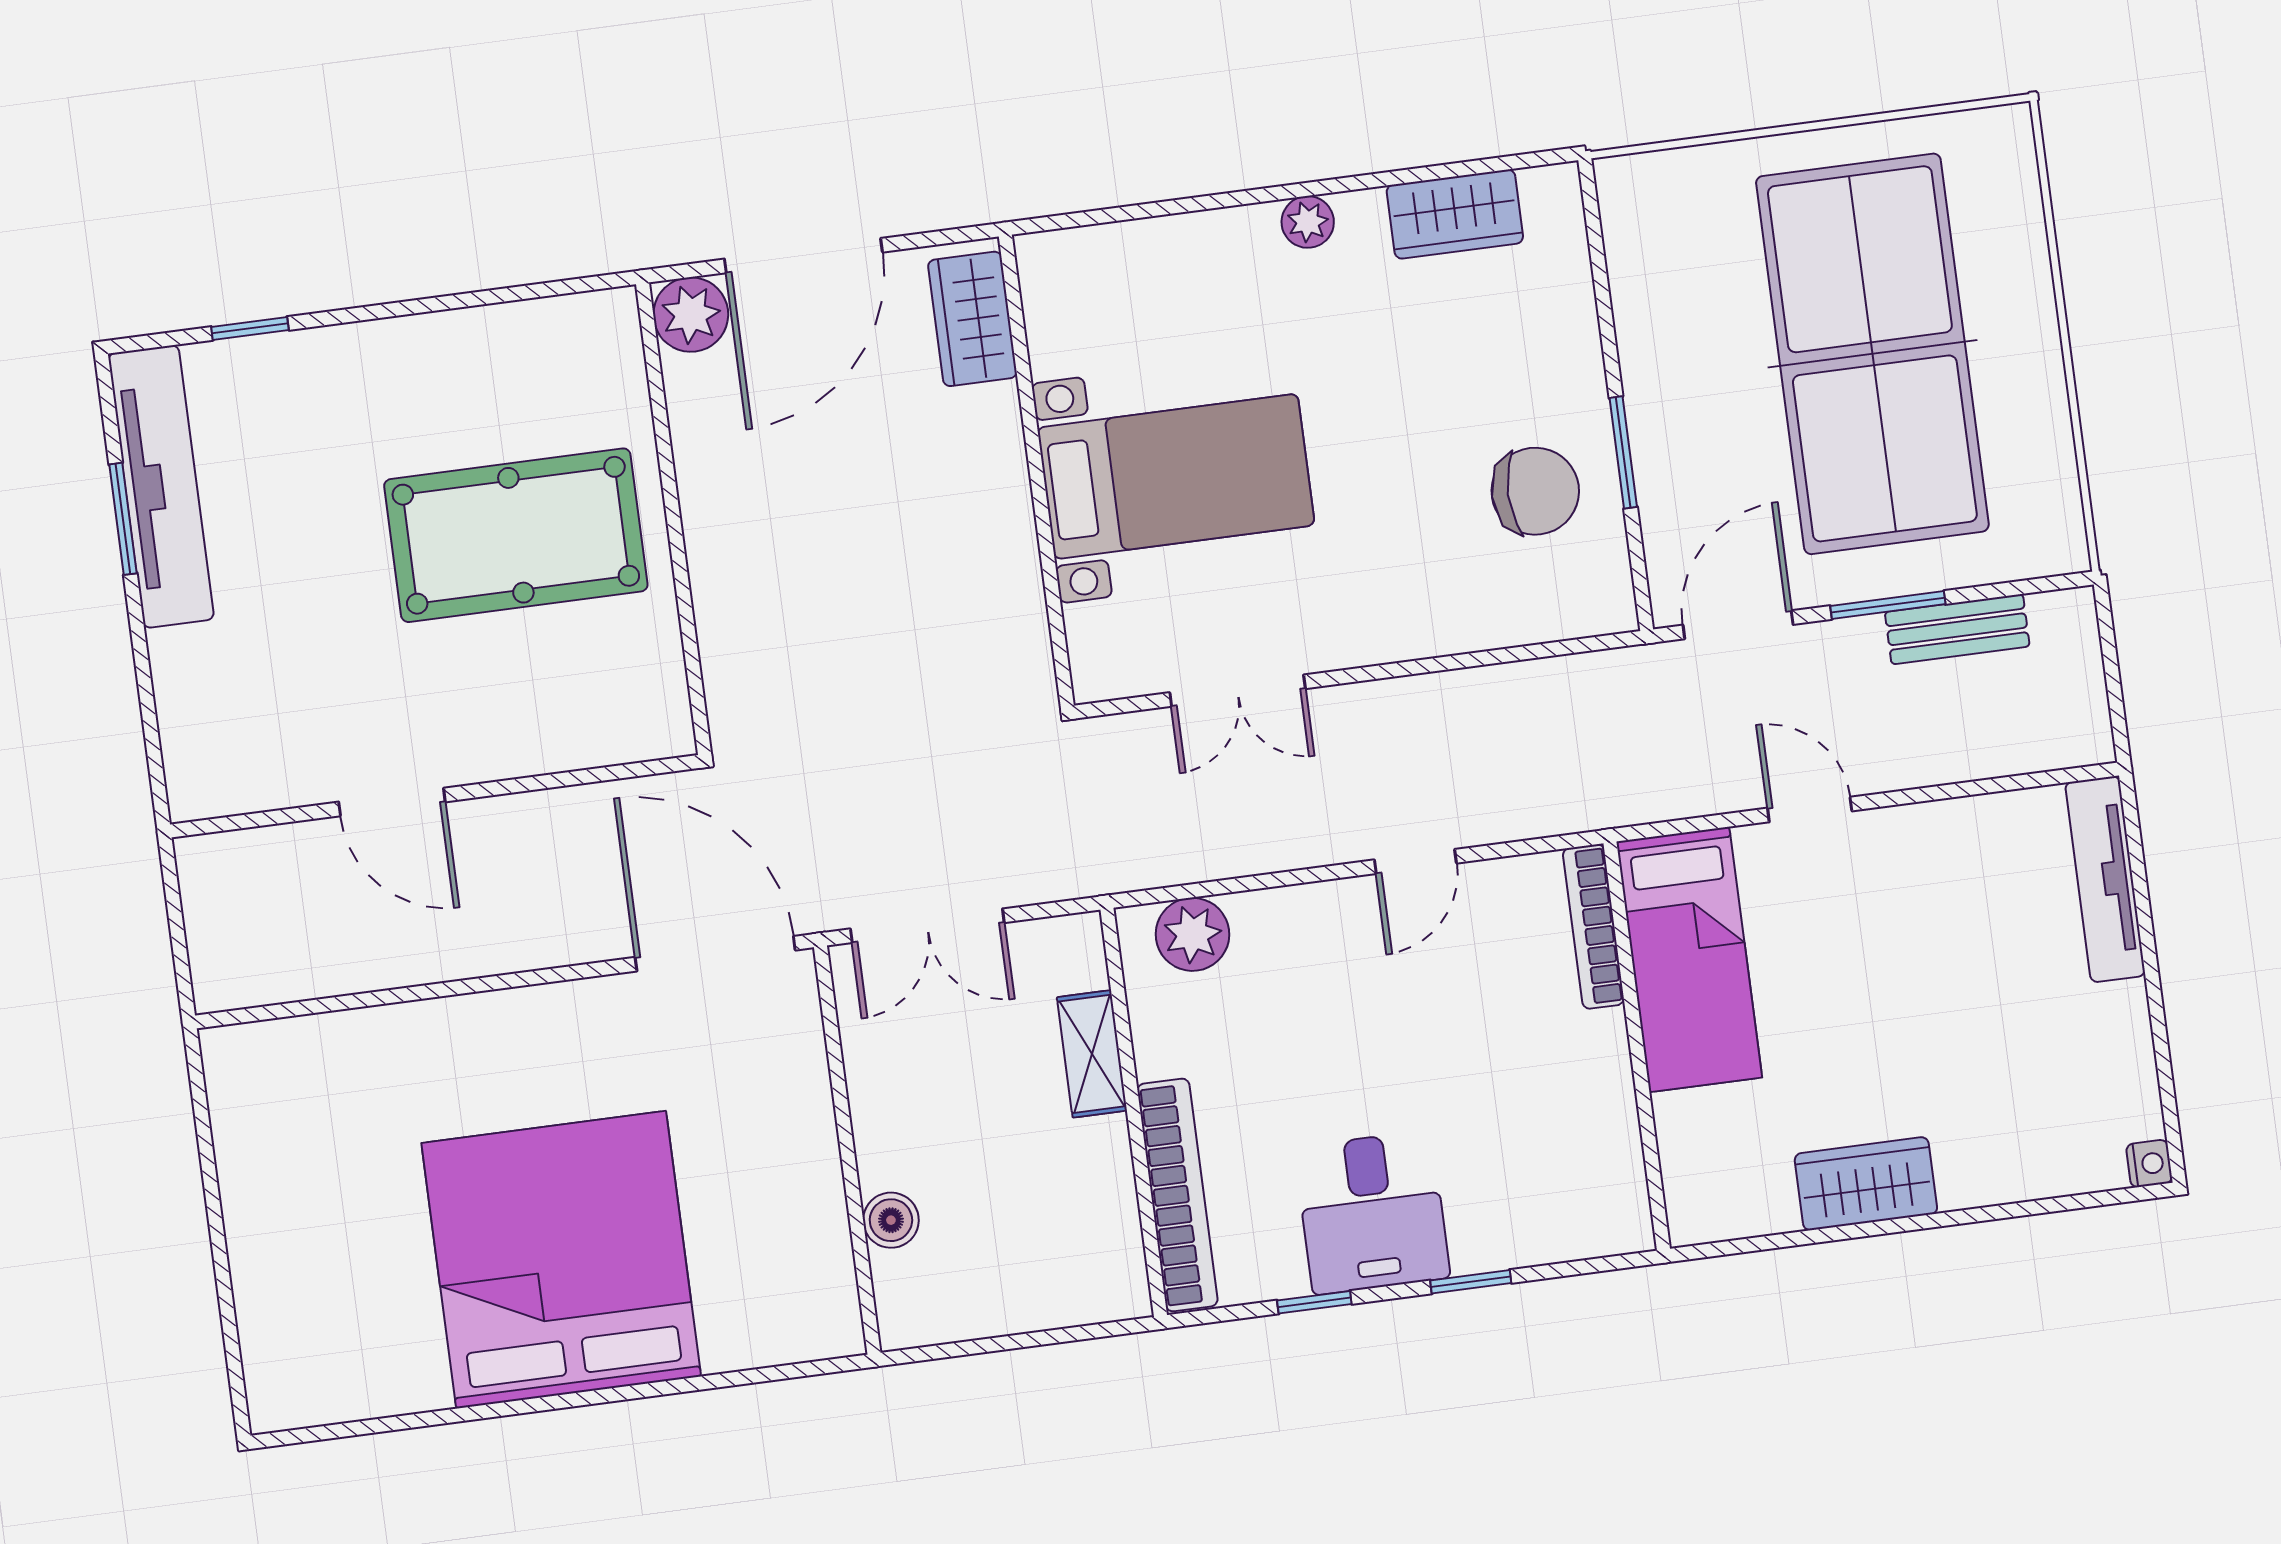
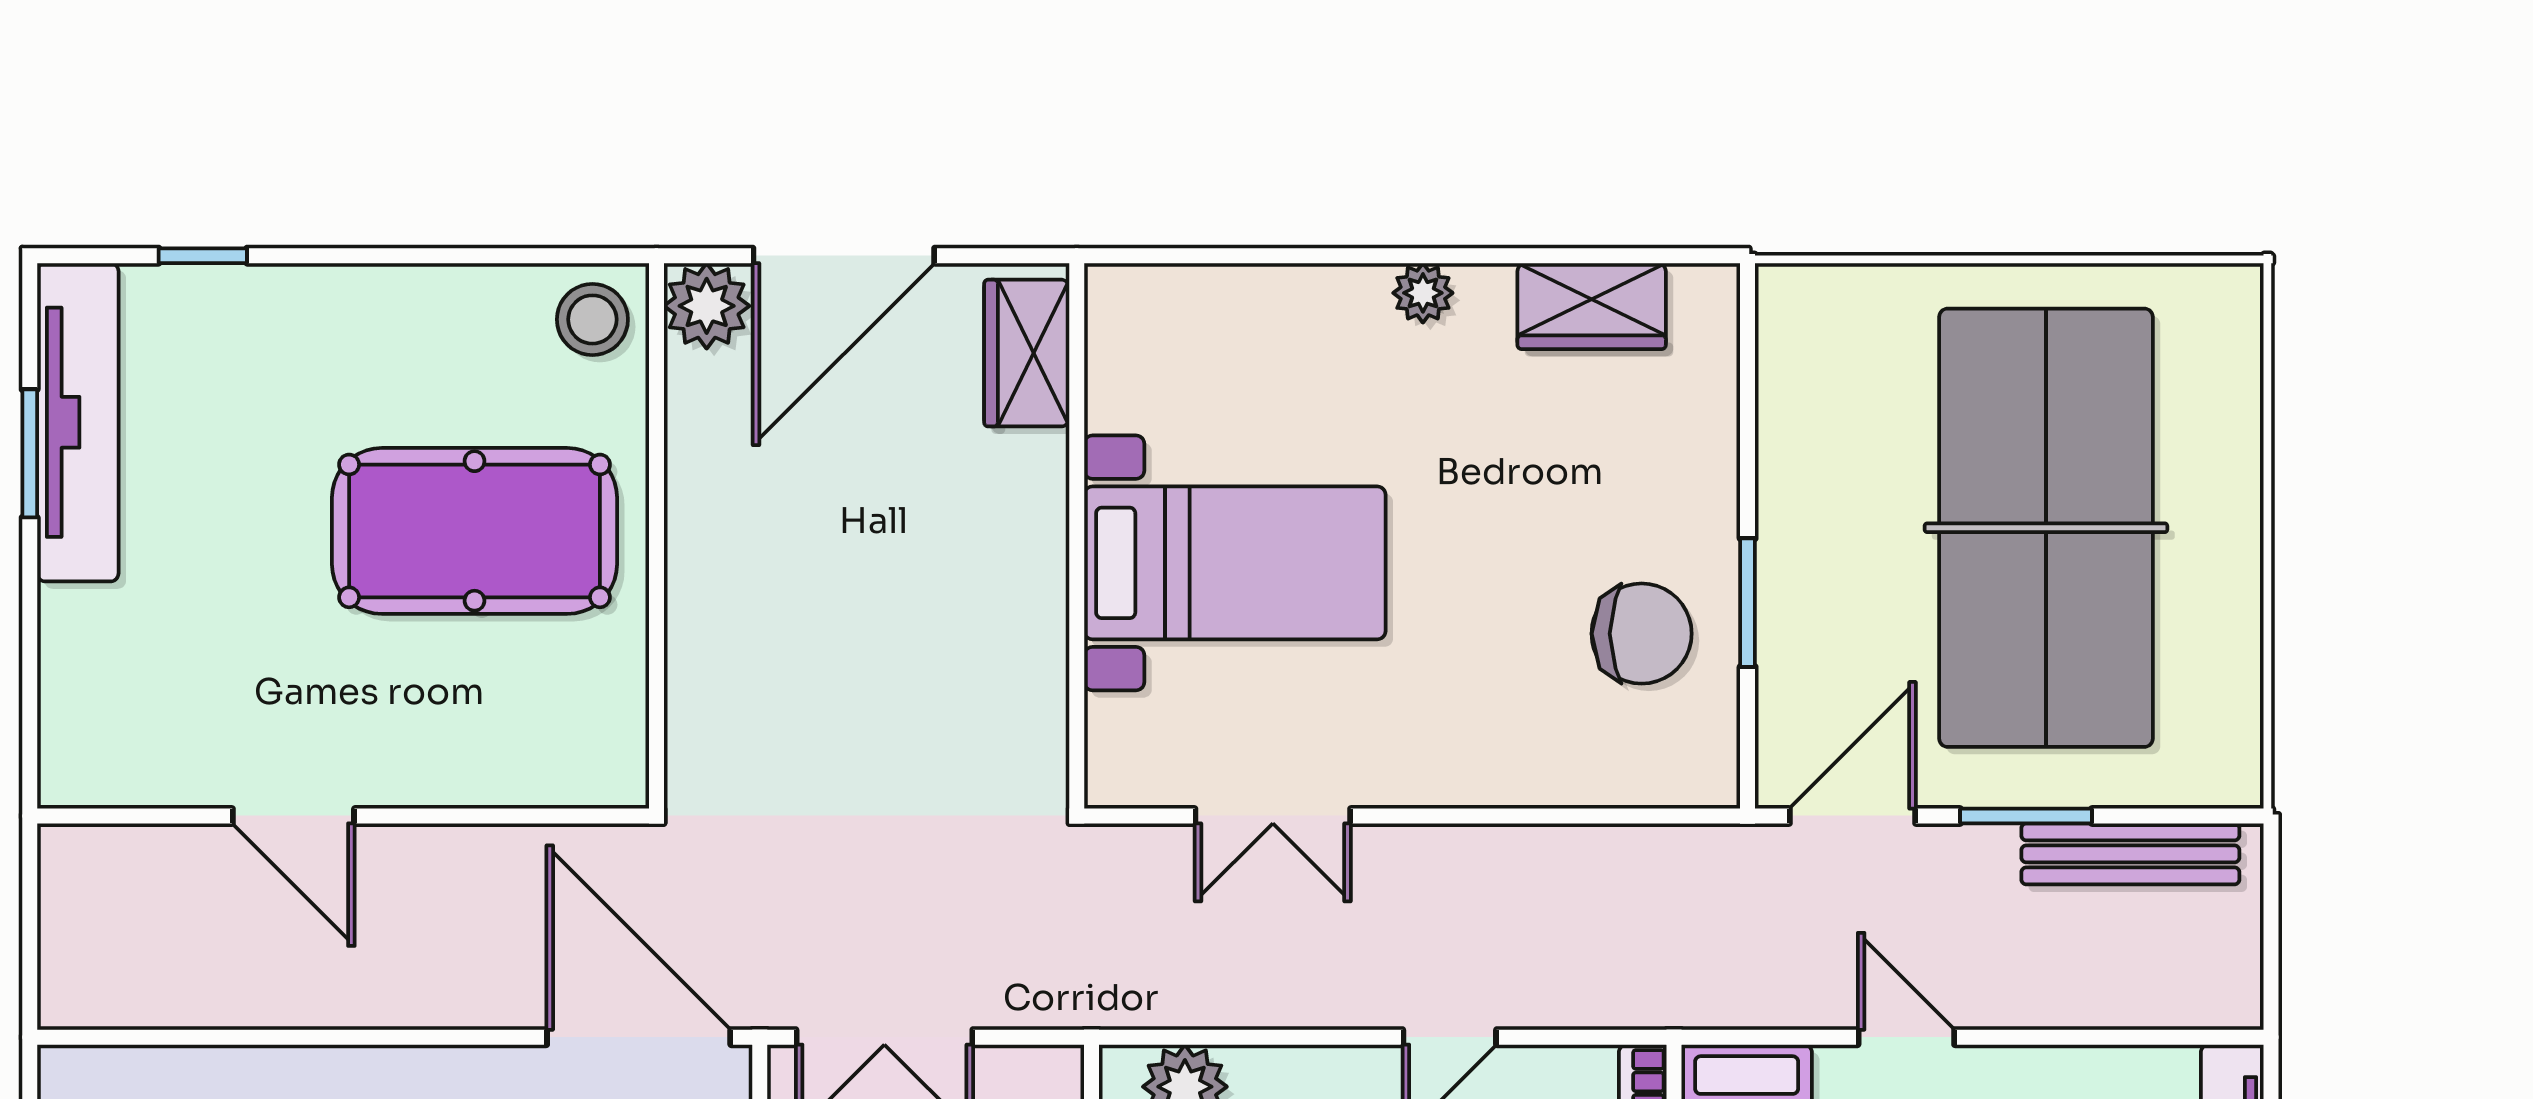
stool: (594, 339) -> (592, 319), added
bench: (1957, 629) -> (2130, 854), width x1.36

